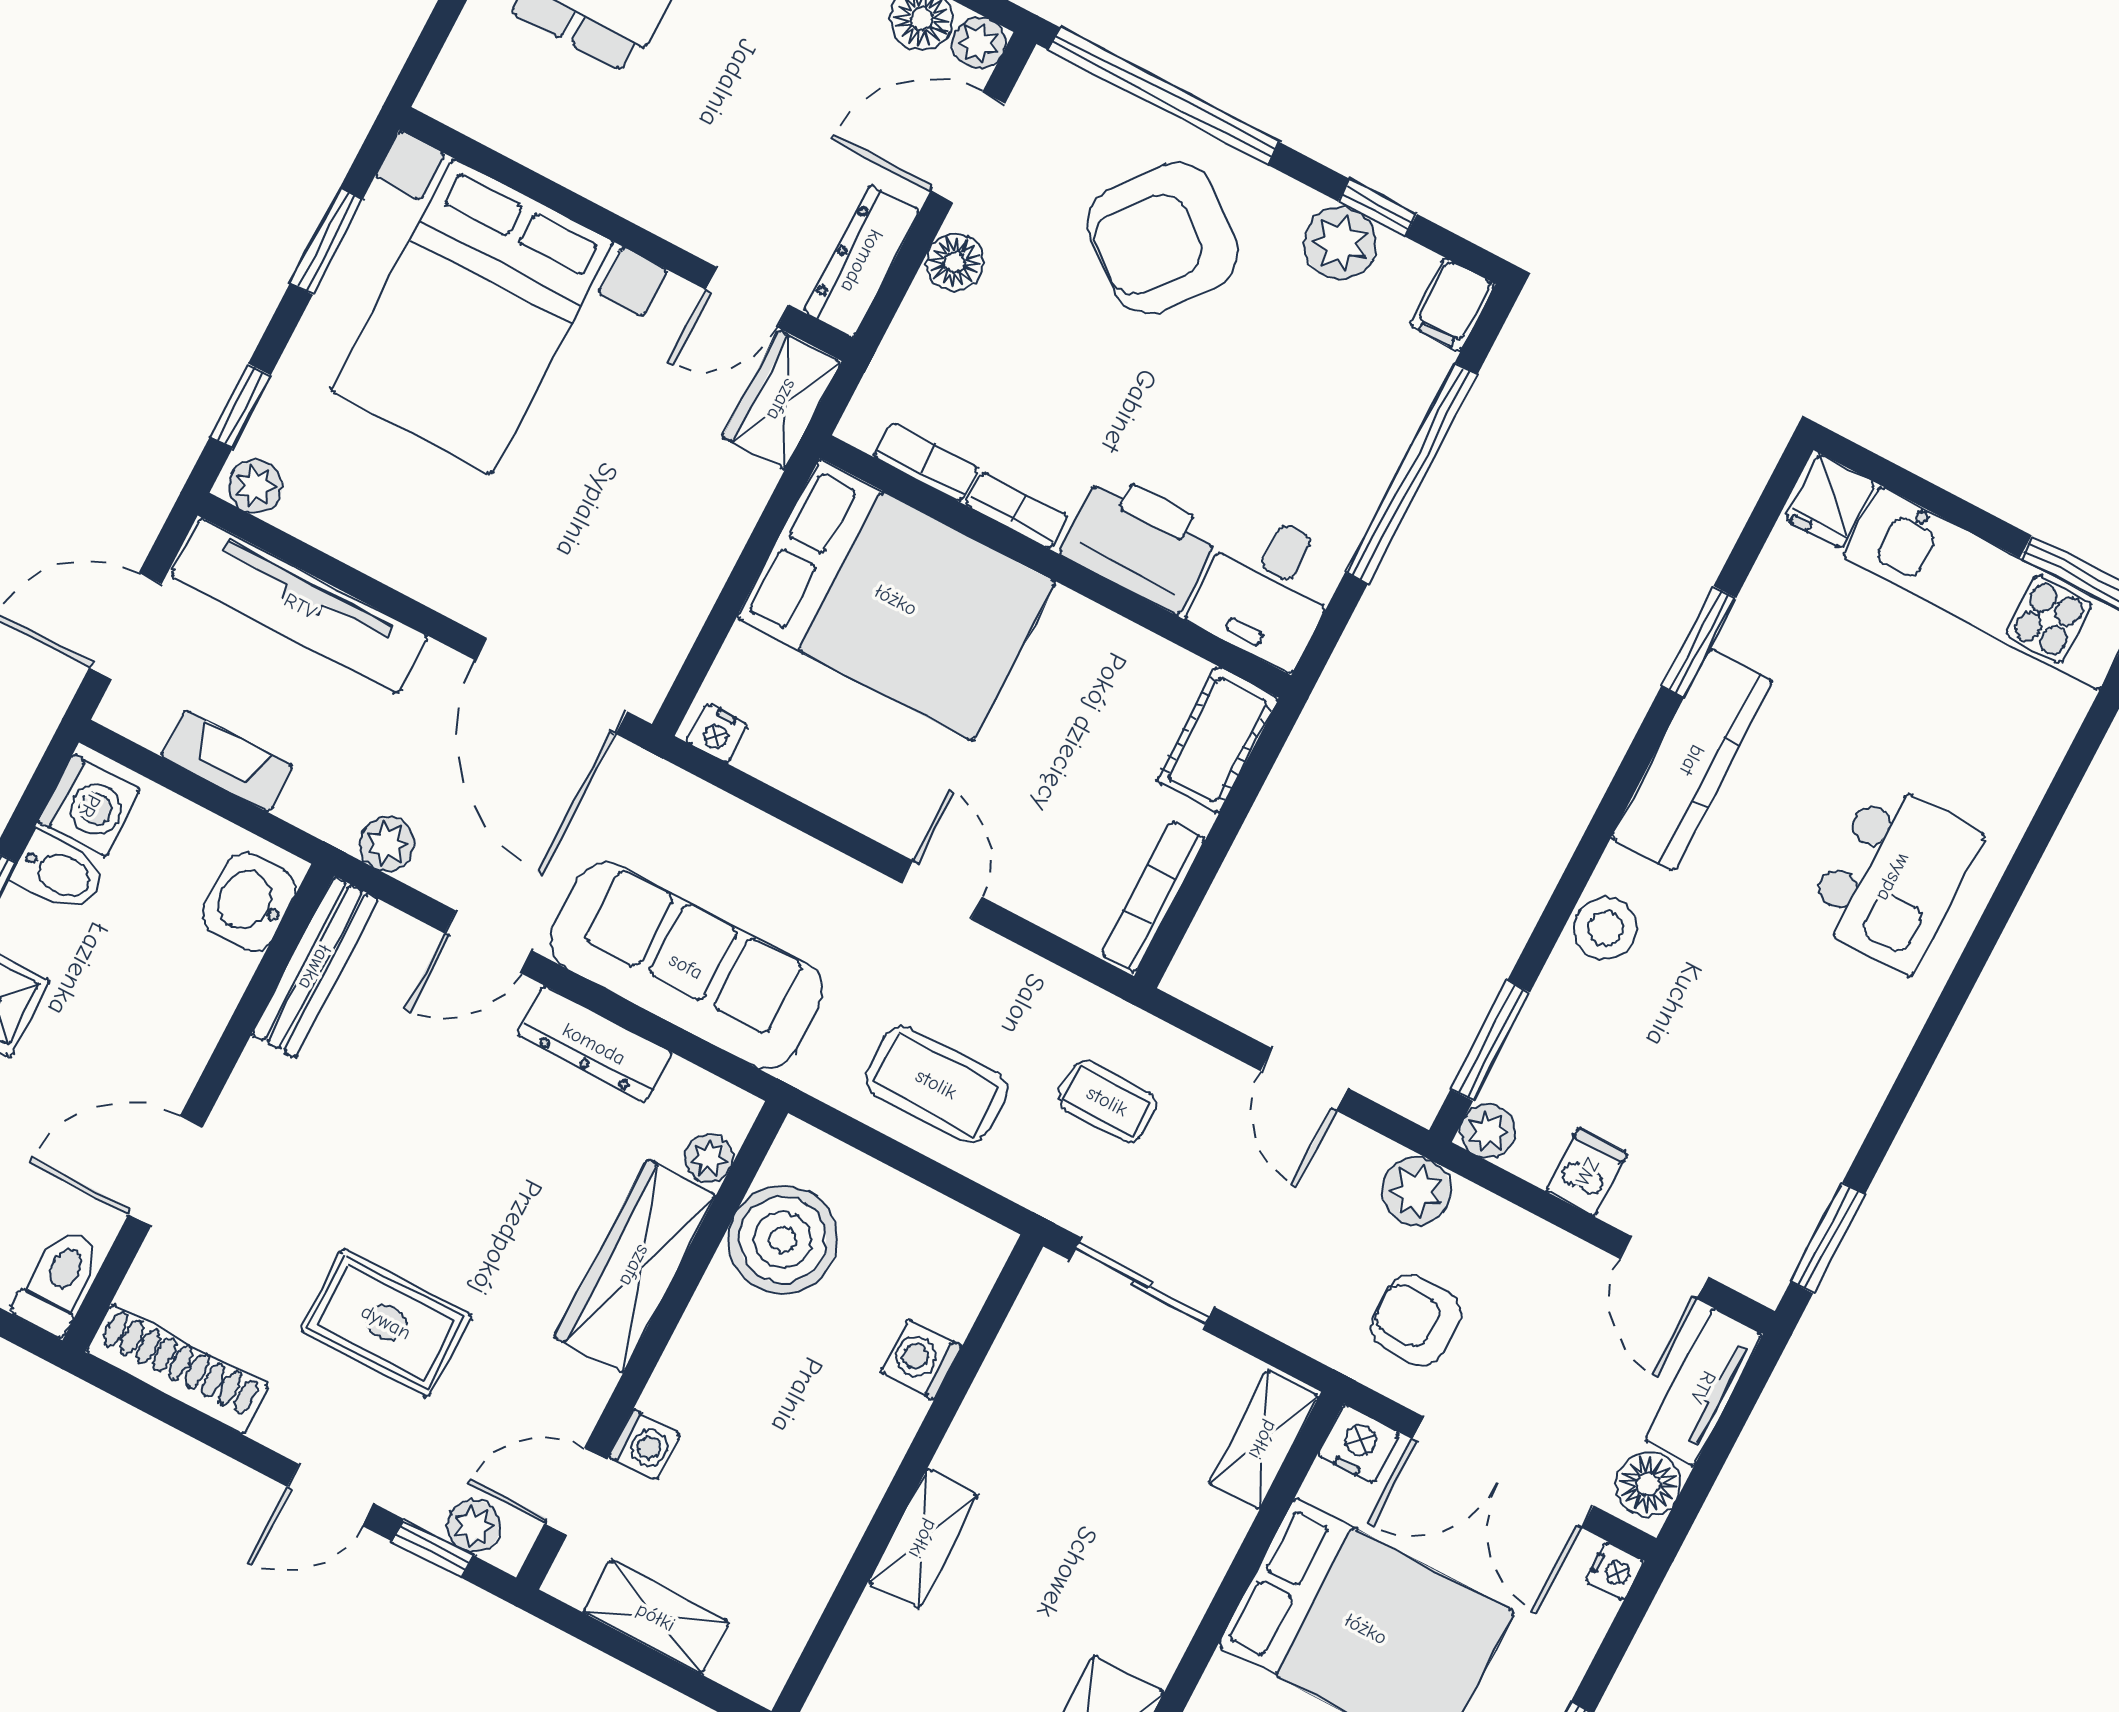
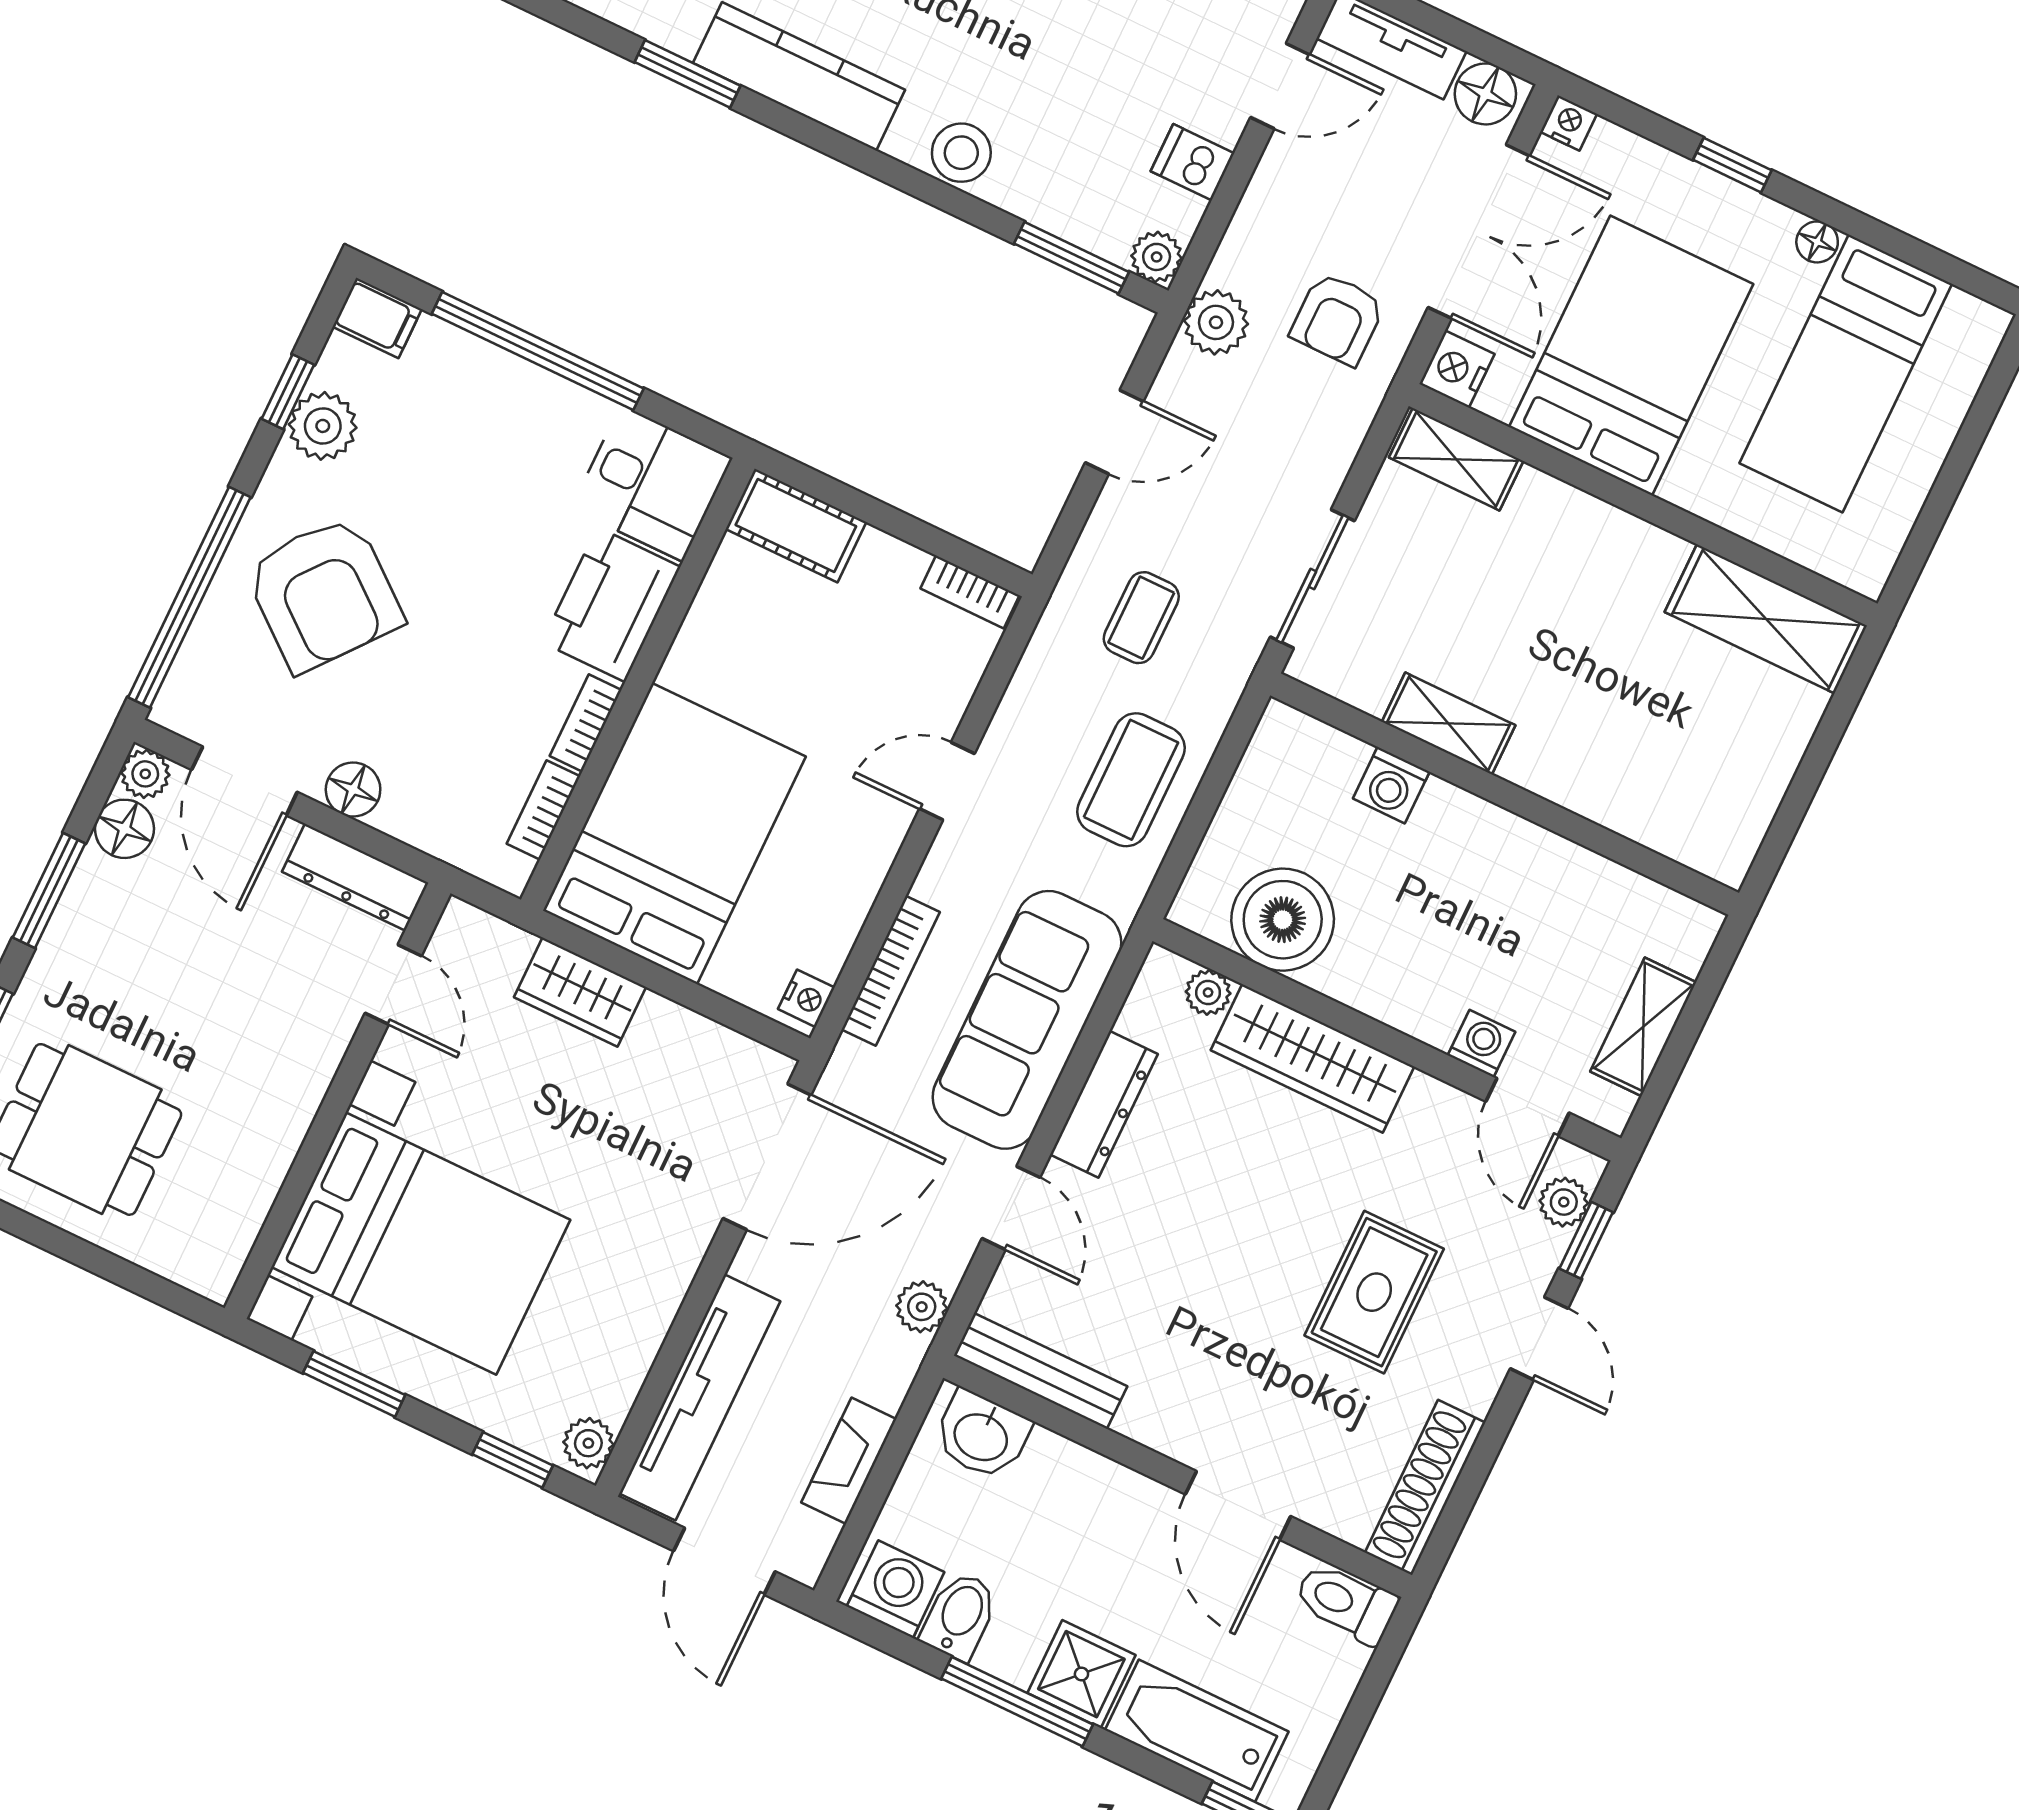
wardrobe: (782, 400) -> (580, 992), moved
bookcase: (743, 823) -> (891, 971), added
bookcase: (1153, 897) -> (970, 592), width x0.64
shelving: (923, 1539) -> (1449, 723), moved

